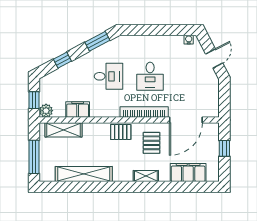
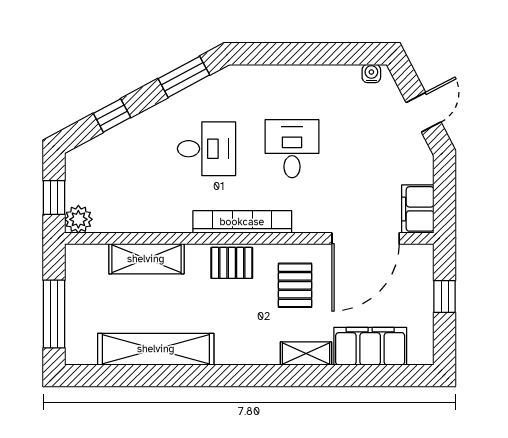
desk: (150, 76) -> (292, 149), turned 180
filing cabinet: (78, 110) -> (418, 209), moved, turned -90
bookcase: (144, 112) -> (242, 222), moved
shelving: (64, 130) -> (146, 259), moved
shelving: (146, 176) -> (306, 354), moved

